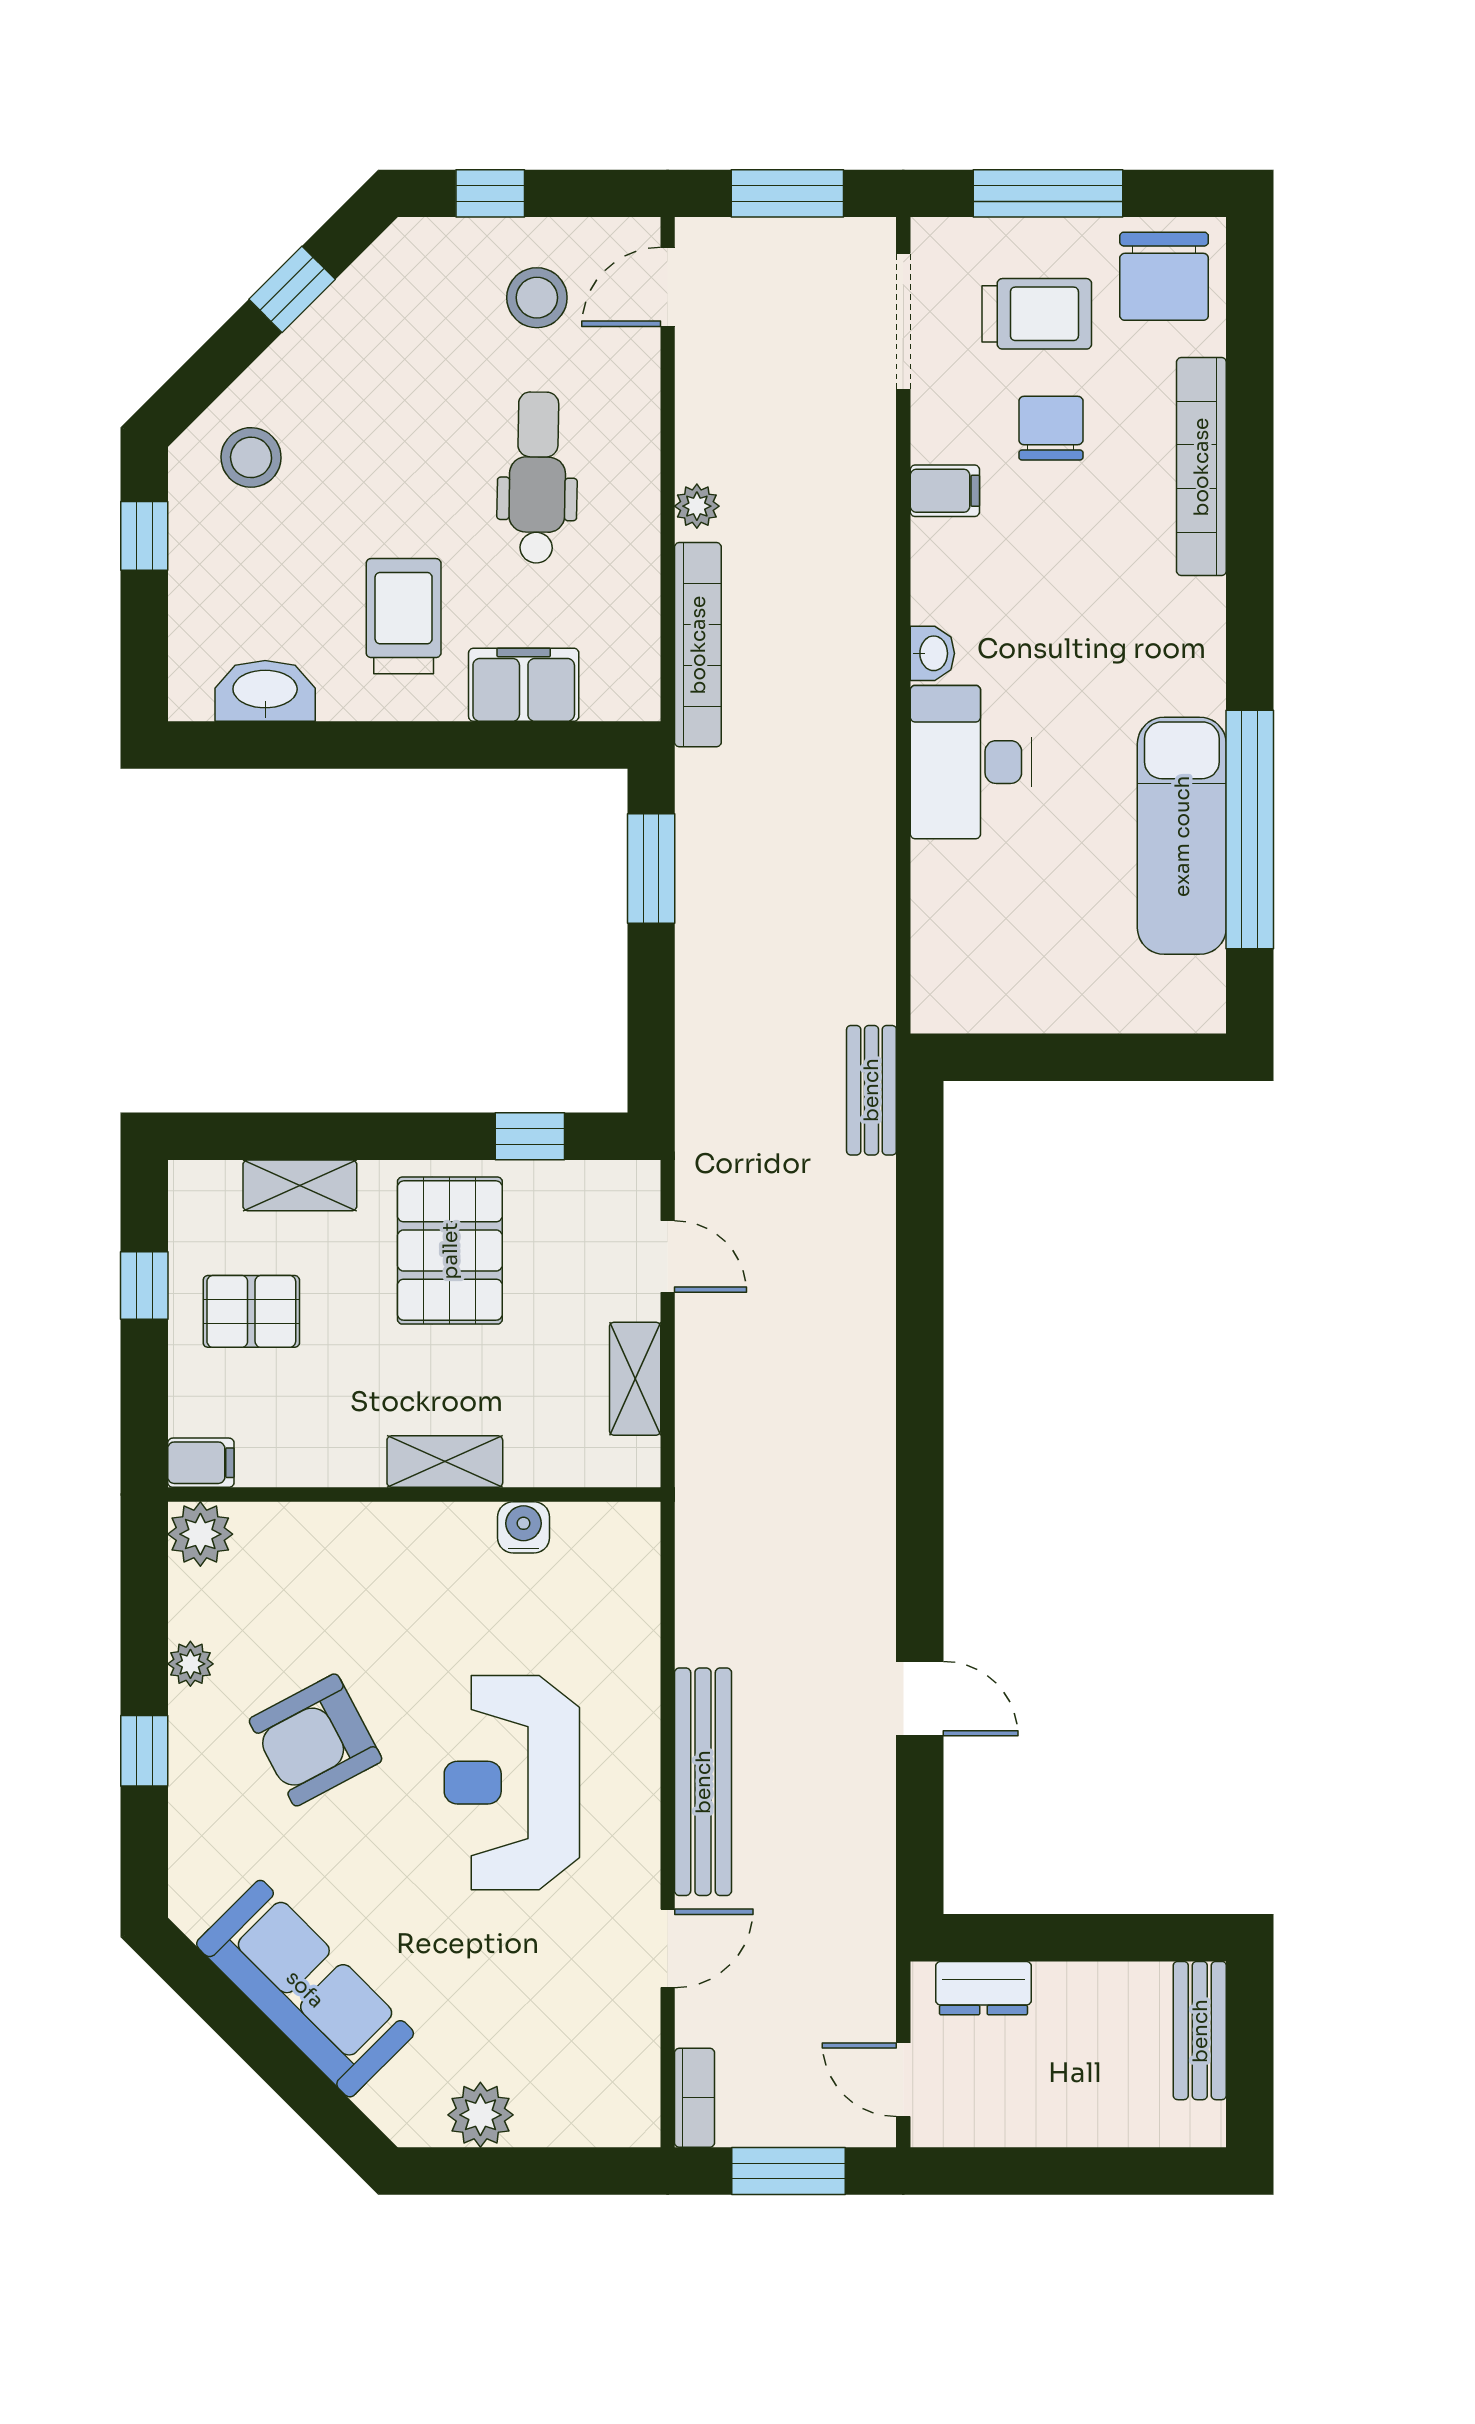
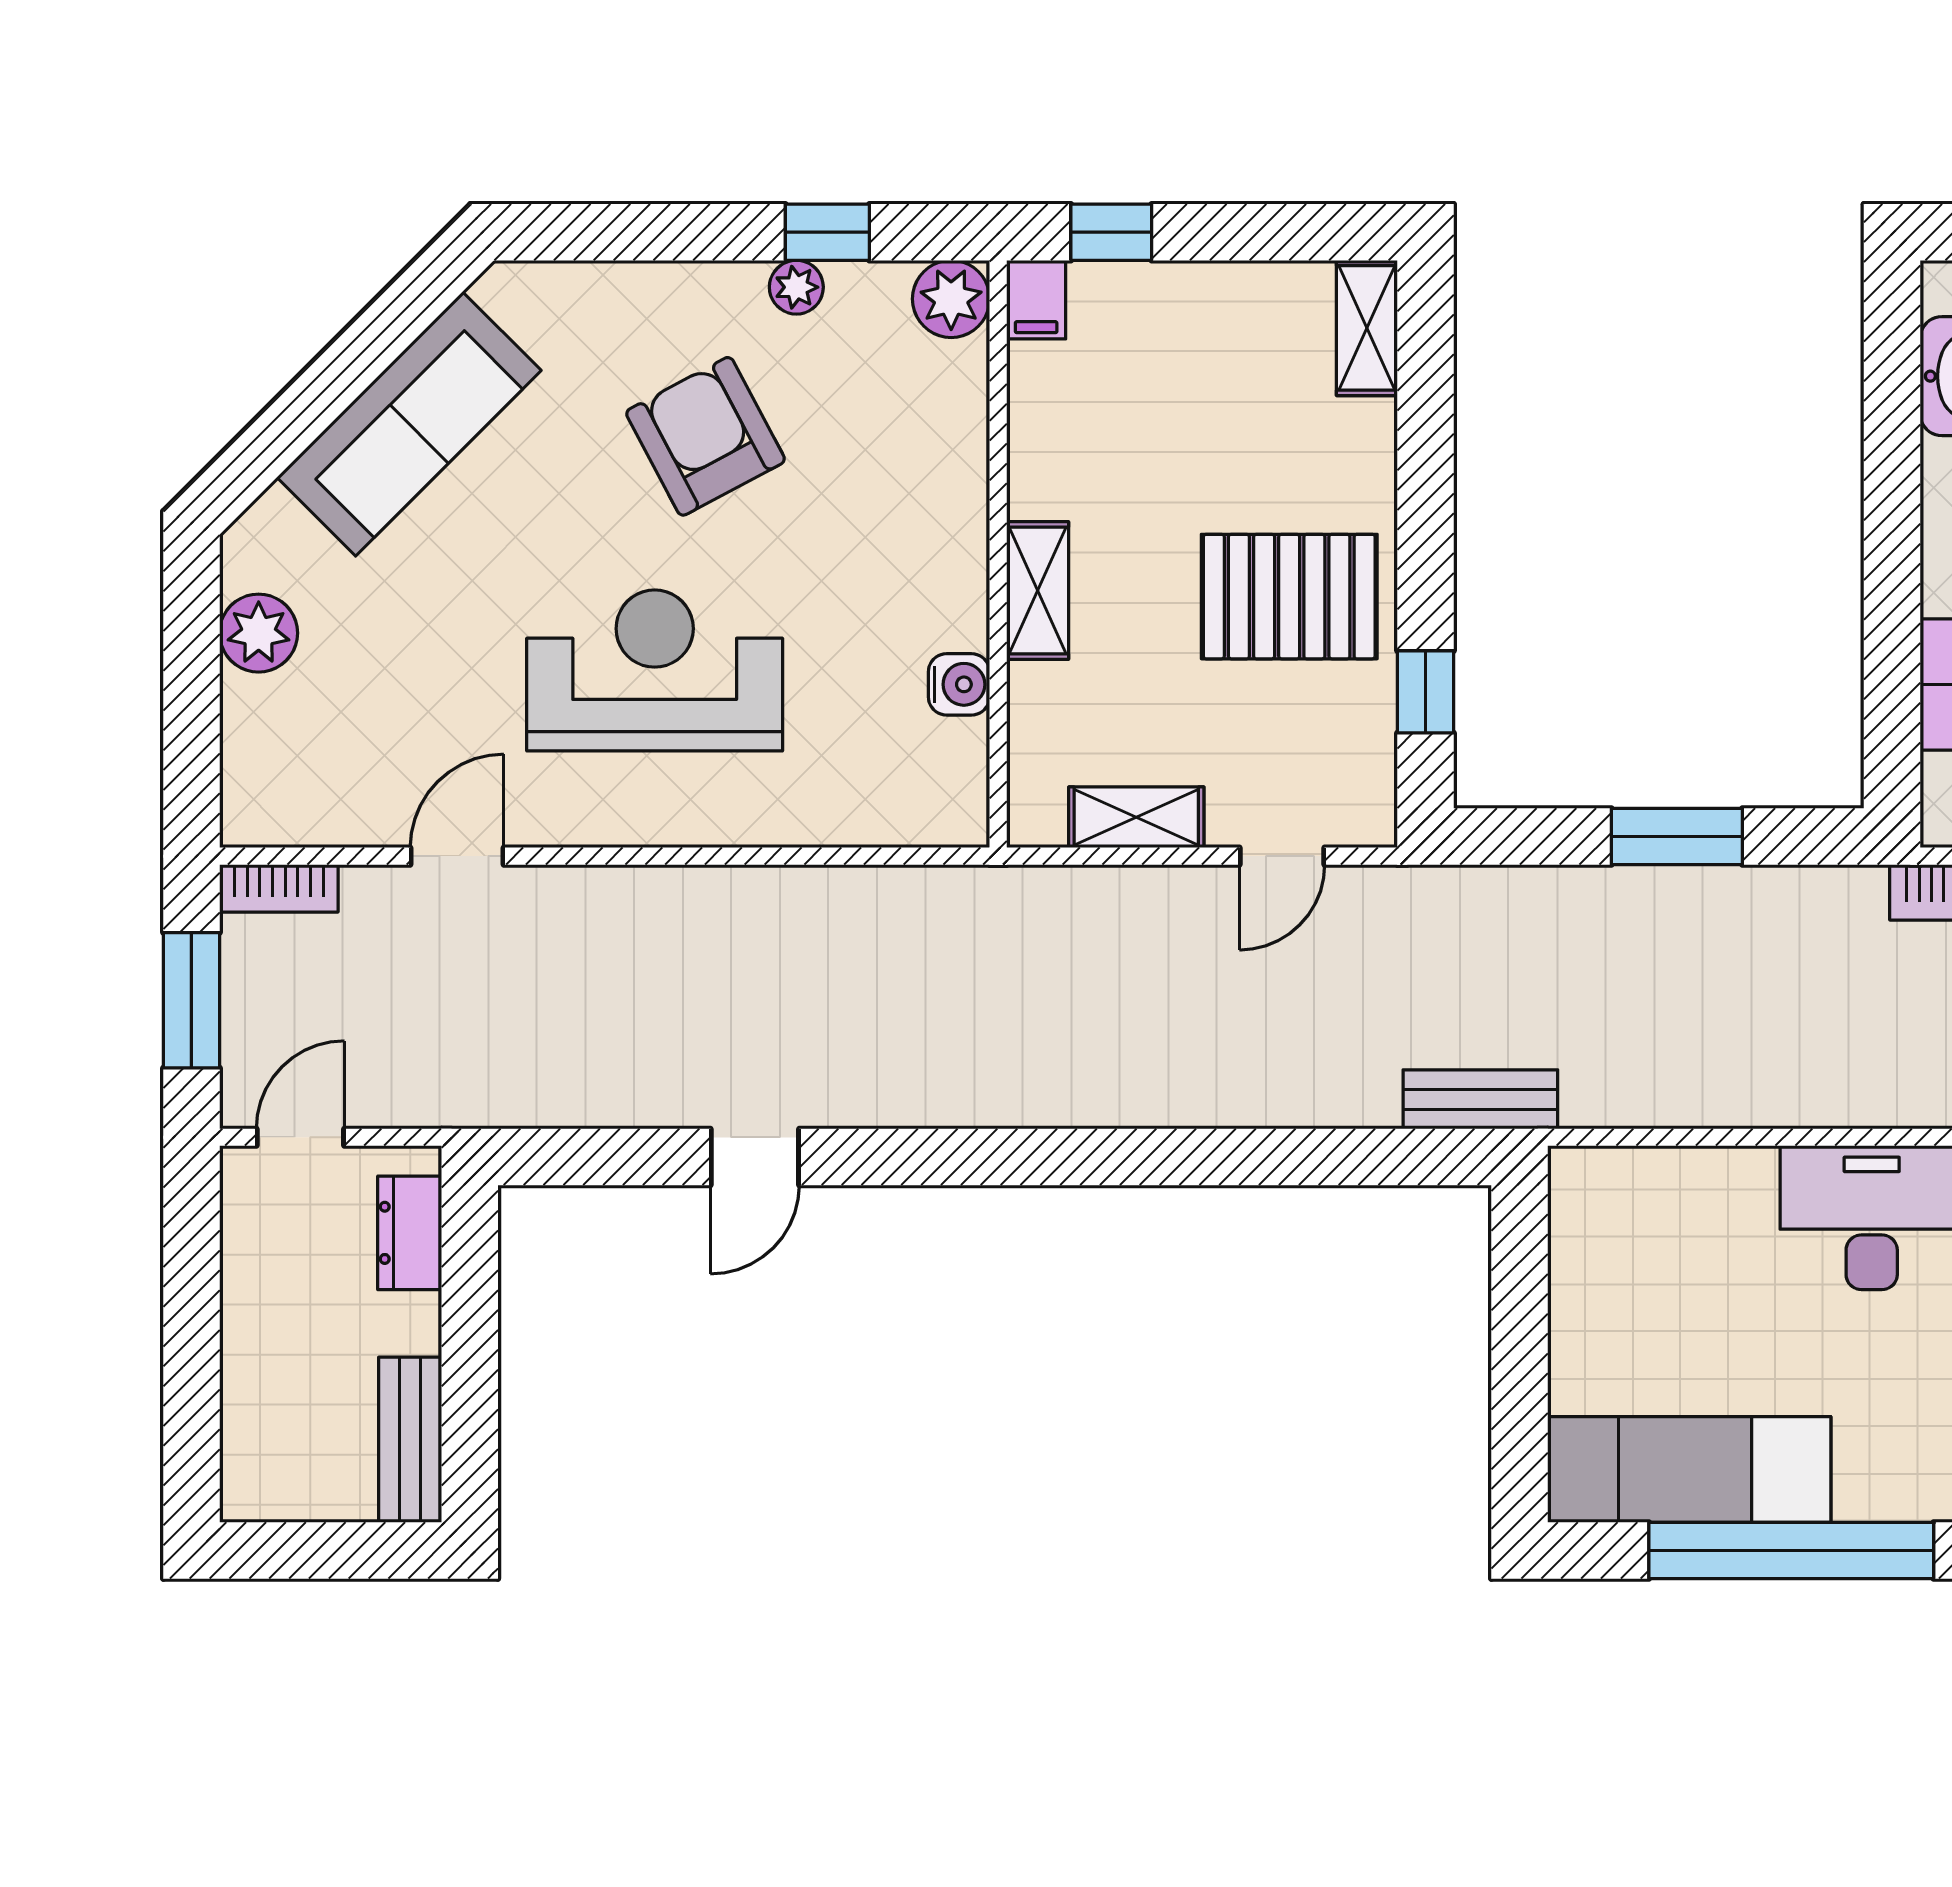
exam couch: (1182, 836) -> (1689, 1469), moved
window: (651, 869) -> (1677, 837), moved
shelving: (300, 1185) -> (1367, 328), moved
window: (144, 1285) -> (1111, 232), moved
pallet: (251, 1311) -> (1217, 360), removed
window: (144, 1751) -> (827, 232), moved
bench: (703, 1782) -> (656, 898), removed
door: (668, 1948) -> (457, 856), swing flipped
bench: (1200, 2031) -> (410, 1440), moved, turned 90

